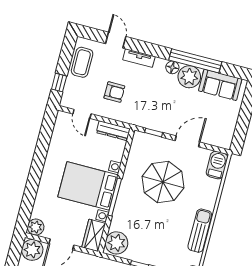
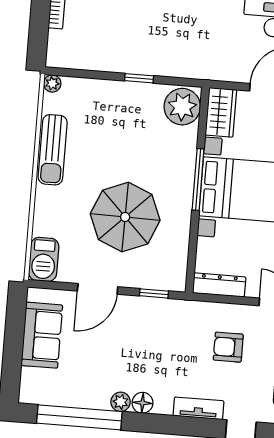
window: (195, 61) -> (79, 417), moved
plant: (189, 77) -> (121, 402), width x0.53, depth x0.53
sofa: (220, 85) -> (42, 335), moved, turned 90

